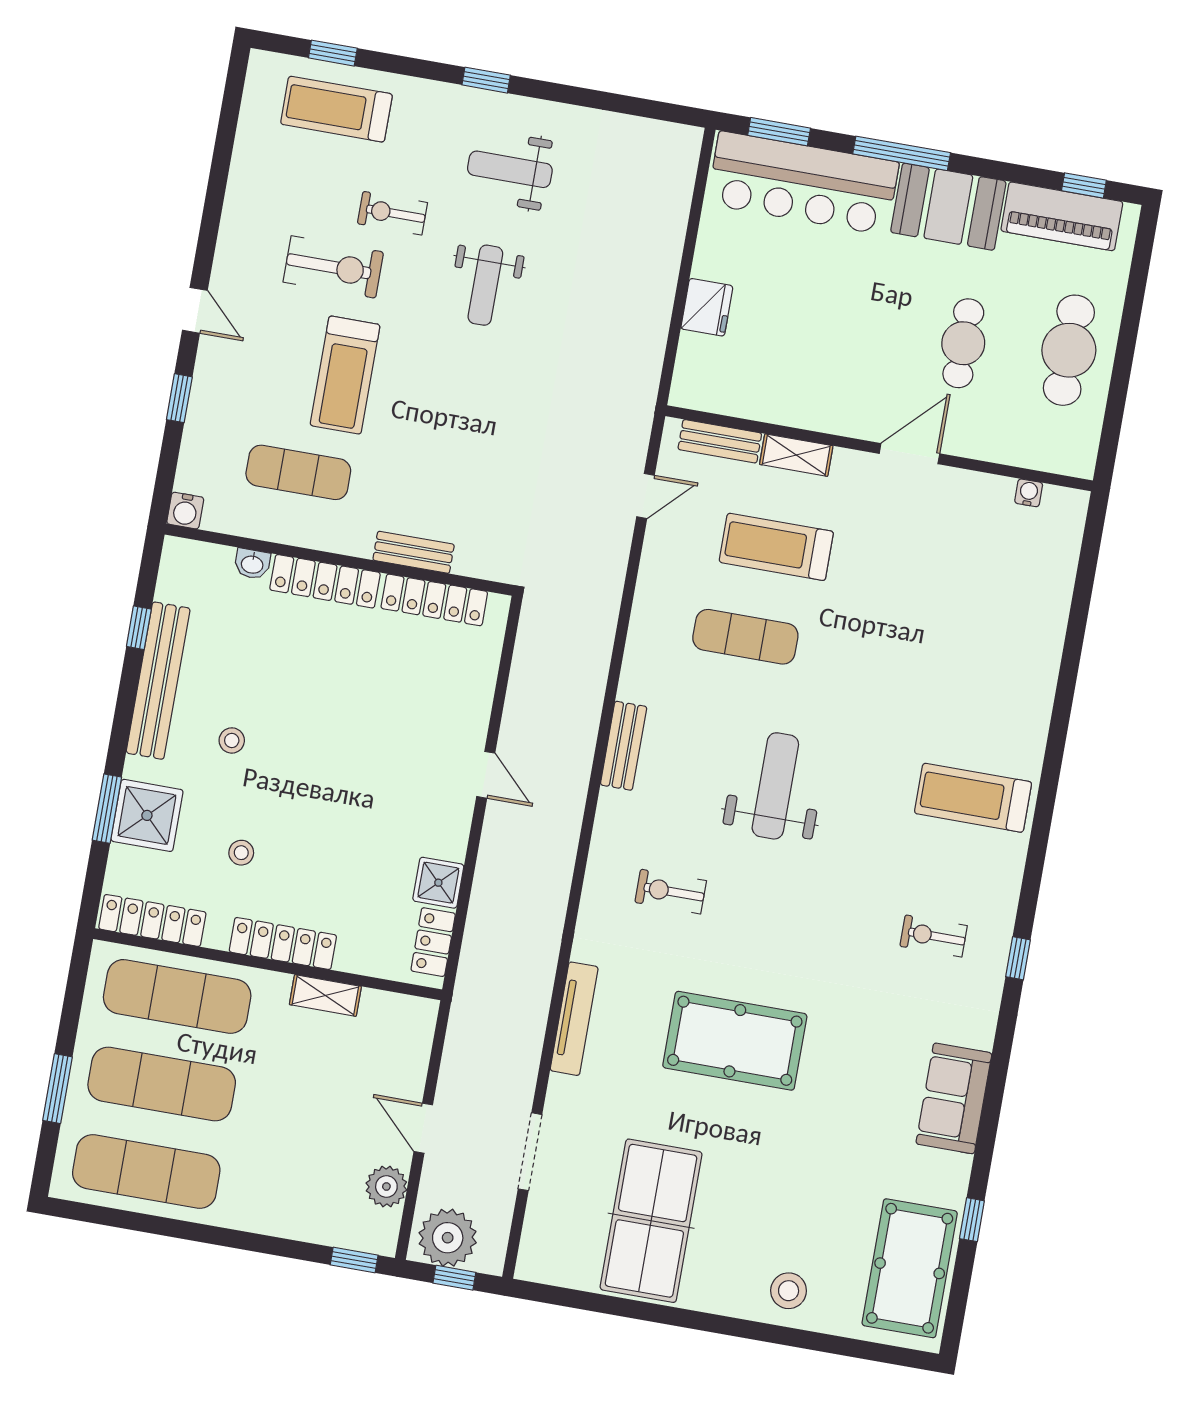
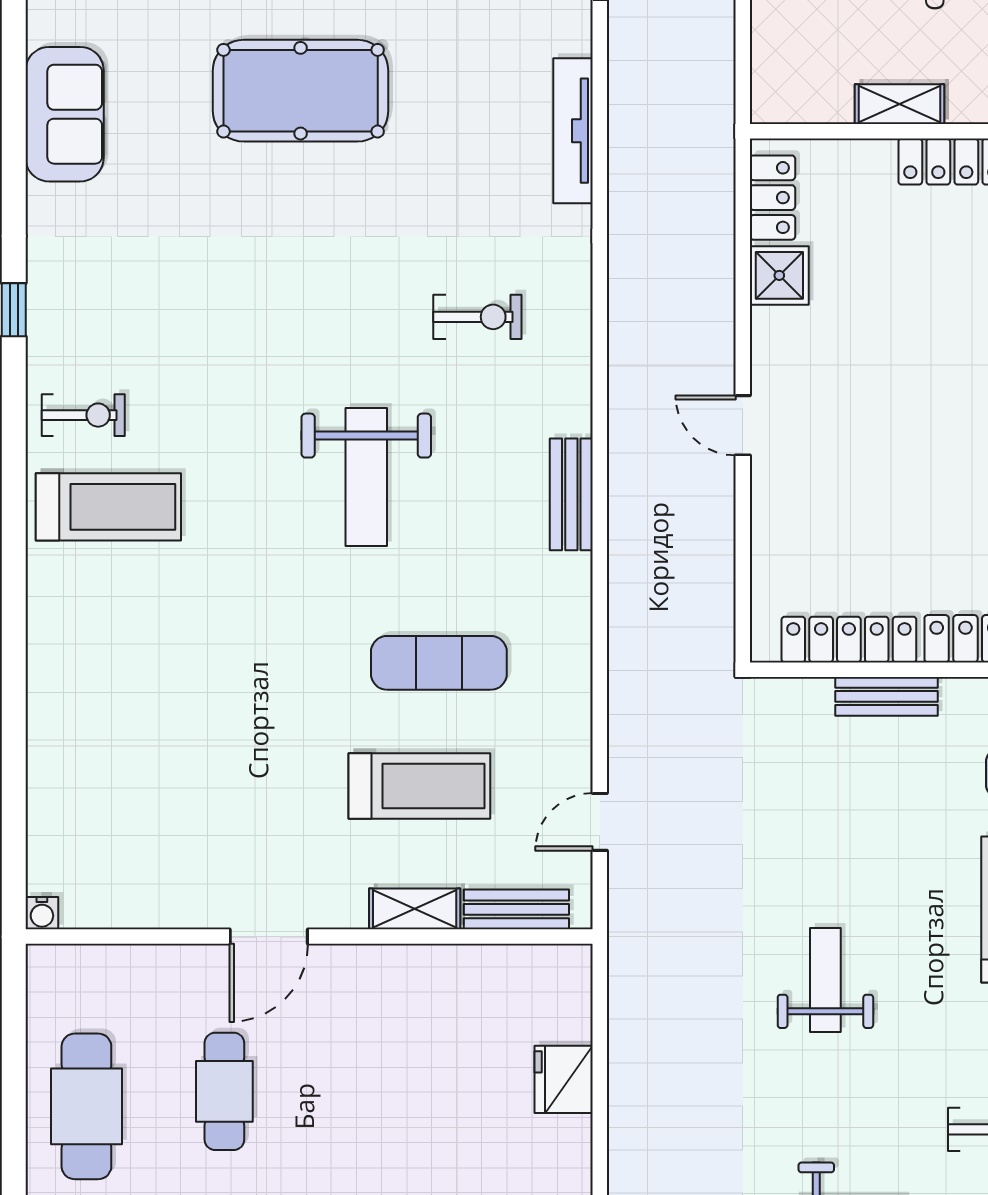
weight bench: (485, 285) -> (825, 980), moved
water cooler: (1029, 493) -> (42, 913), moved
exercise bike: (934, 936) -> (83, 415), moved
pool table: (735, 1041) -> (301, 91), moved

